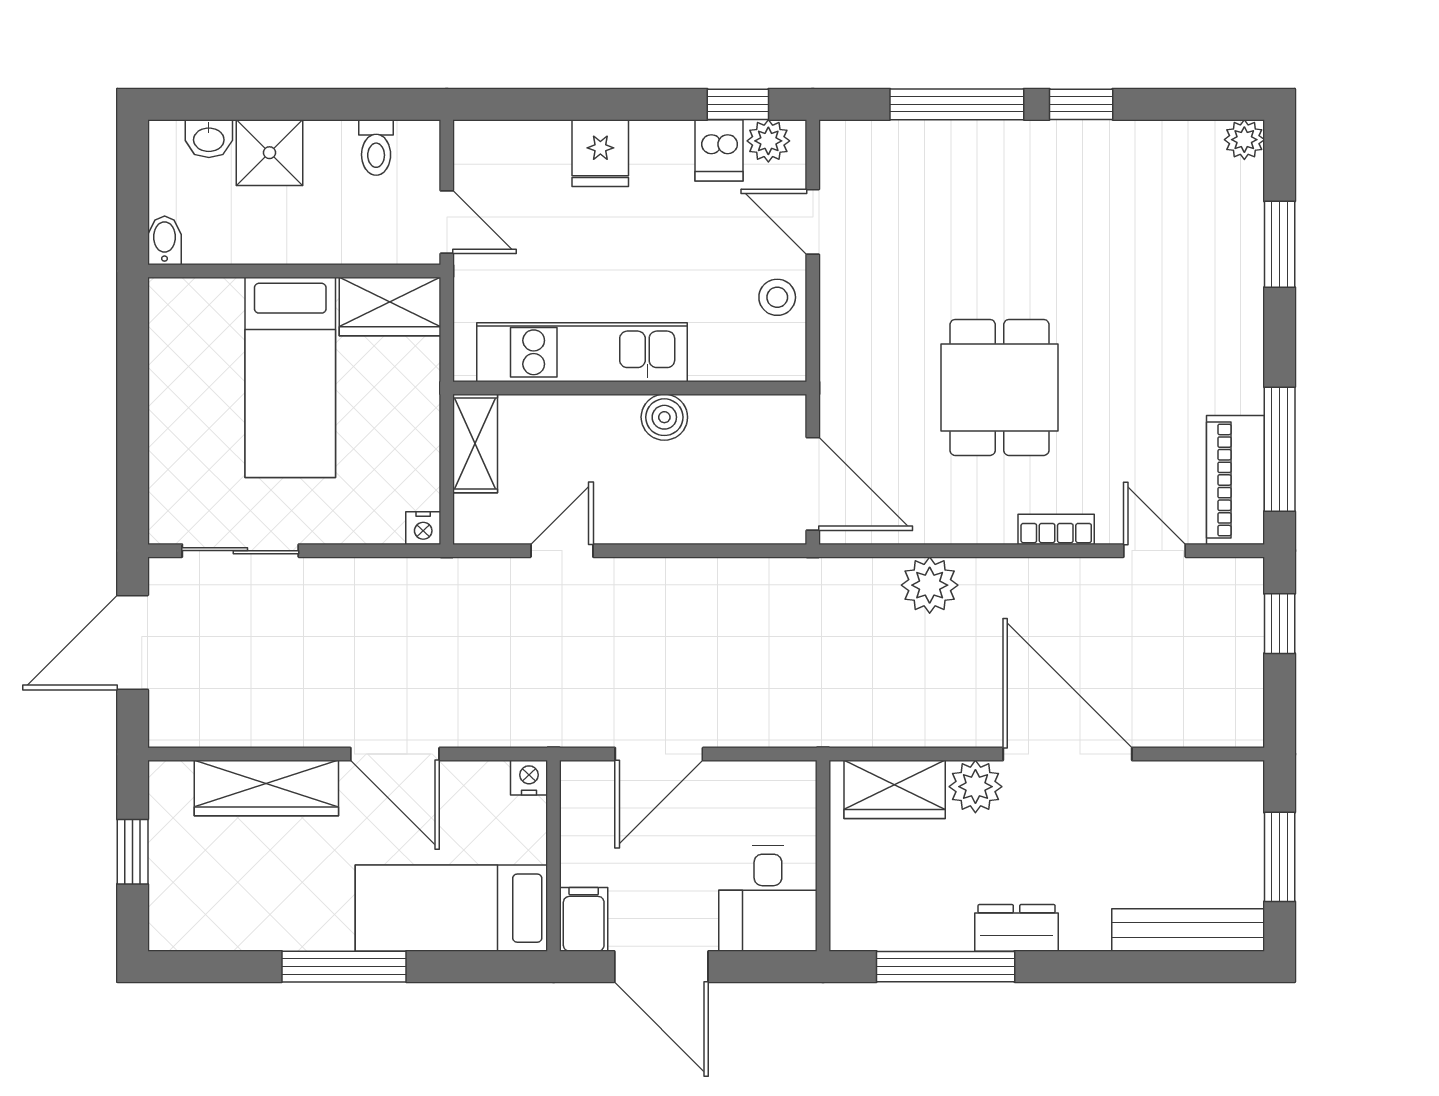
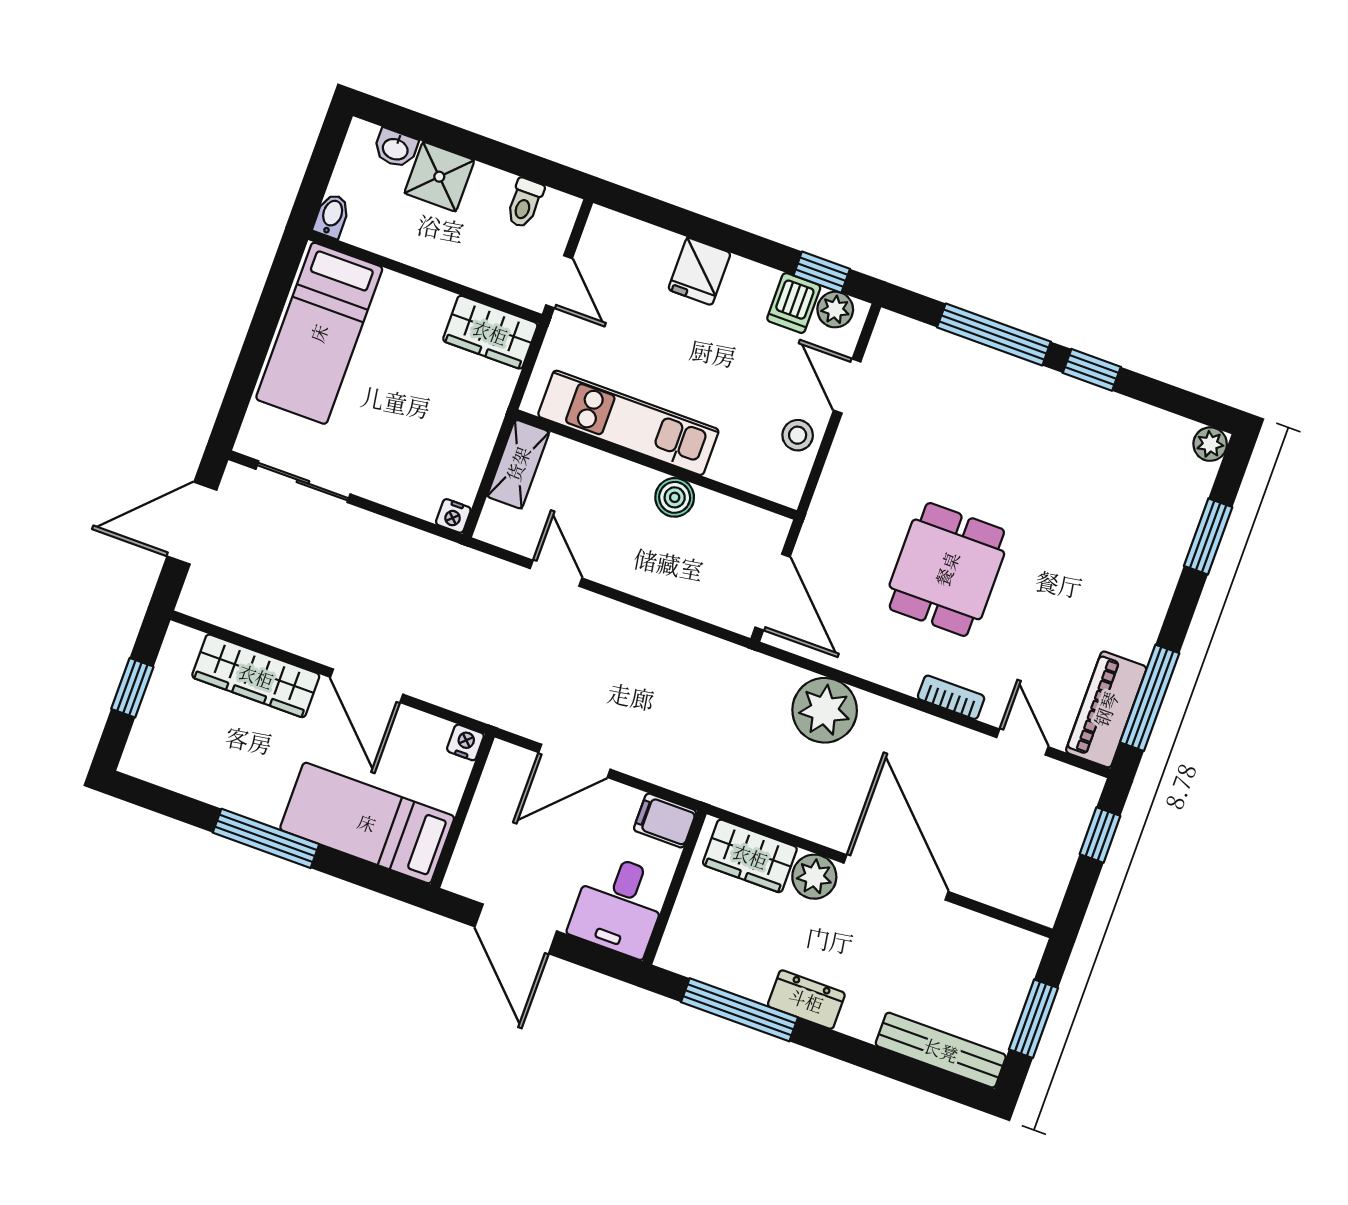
bed: (290, 377) -> (319, 333), moved
door: (562, 551) -> (556, 573), hinge flipped
plant: (930, 585) -> (825, 710), width x1.36, depth x1.36
filing cabinet: (584, 919) -> (665, 821), moved, turned -90

